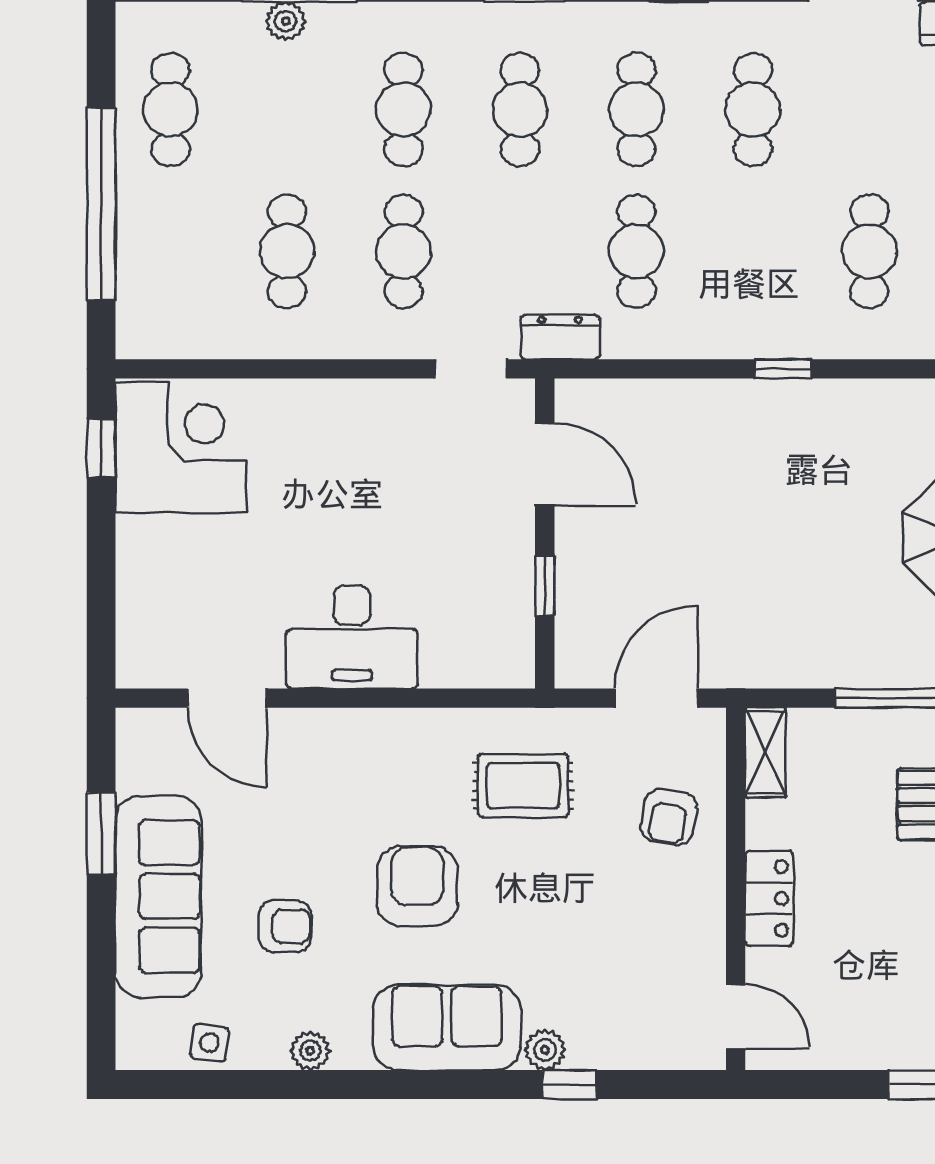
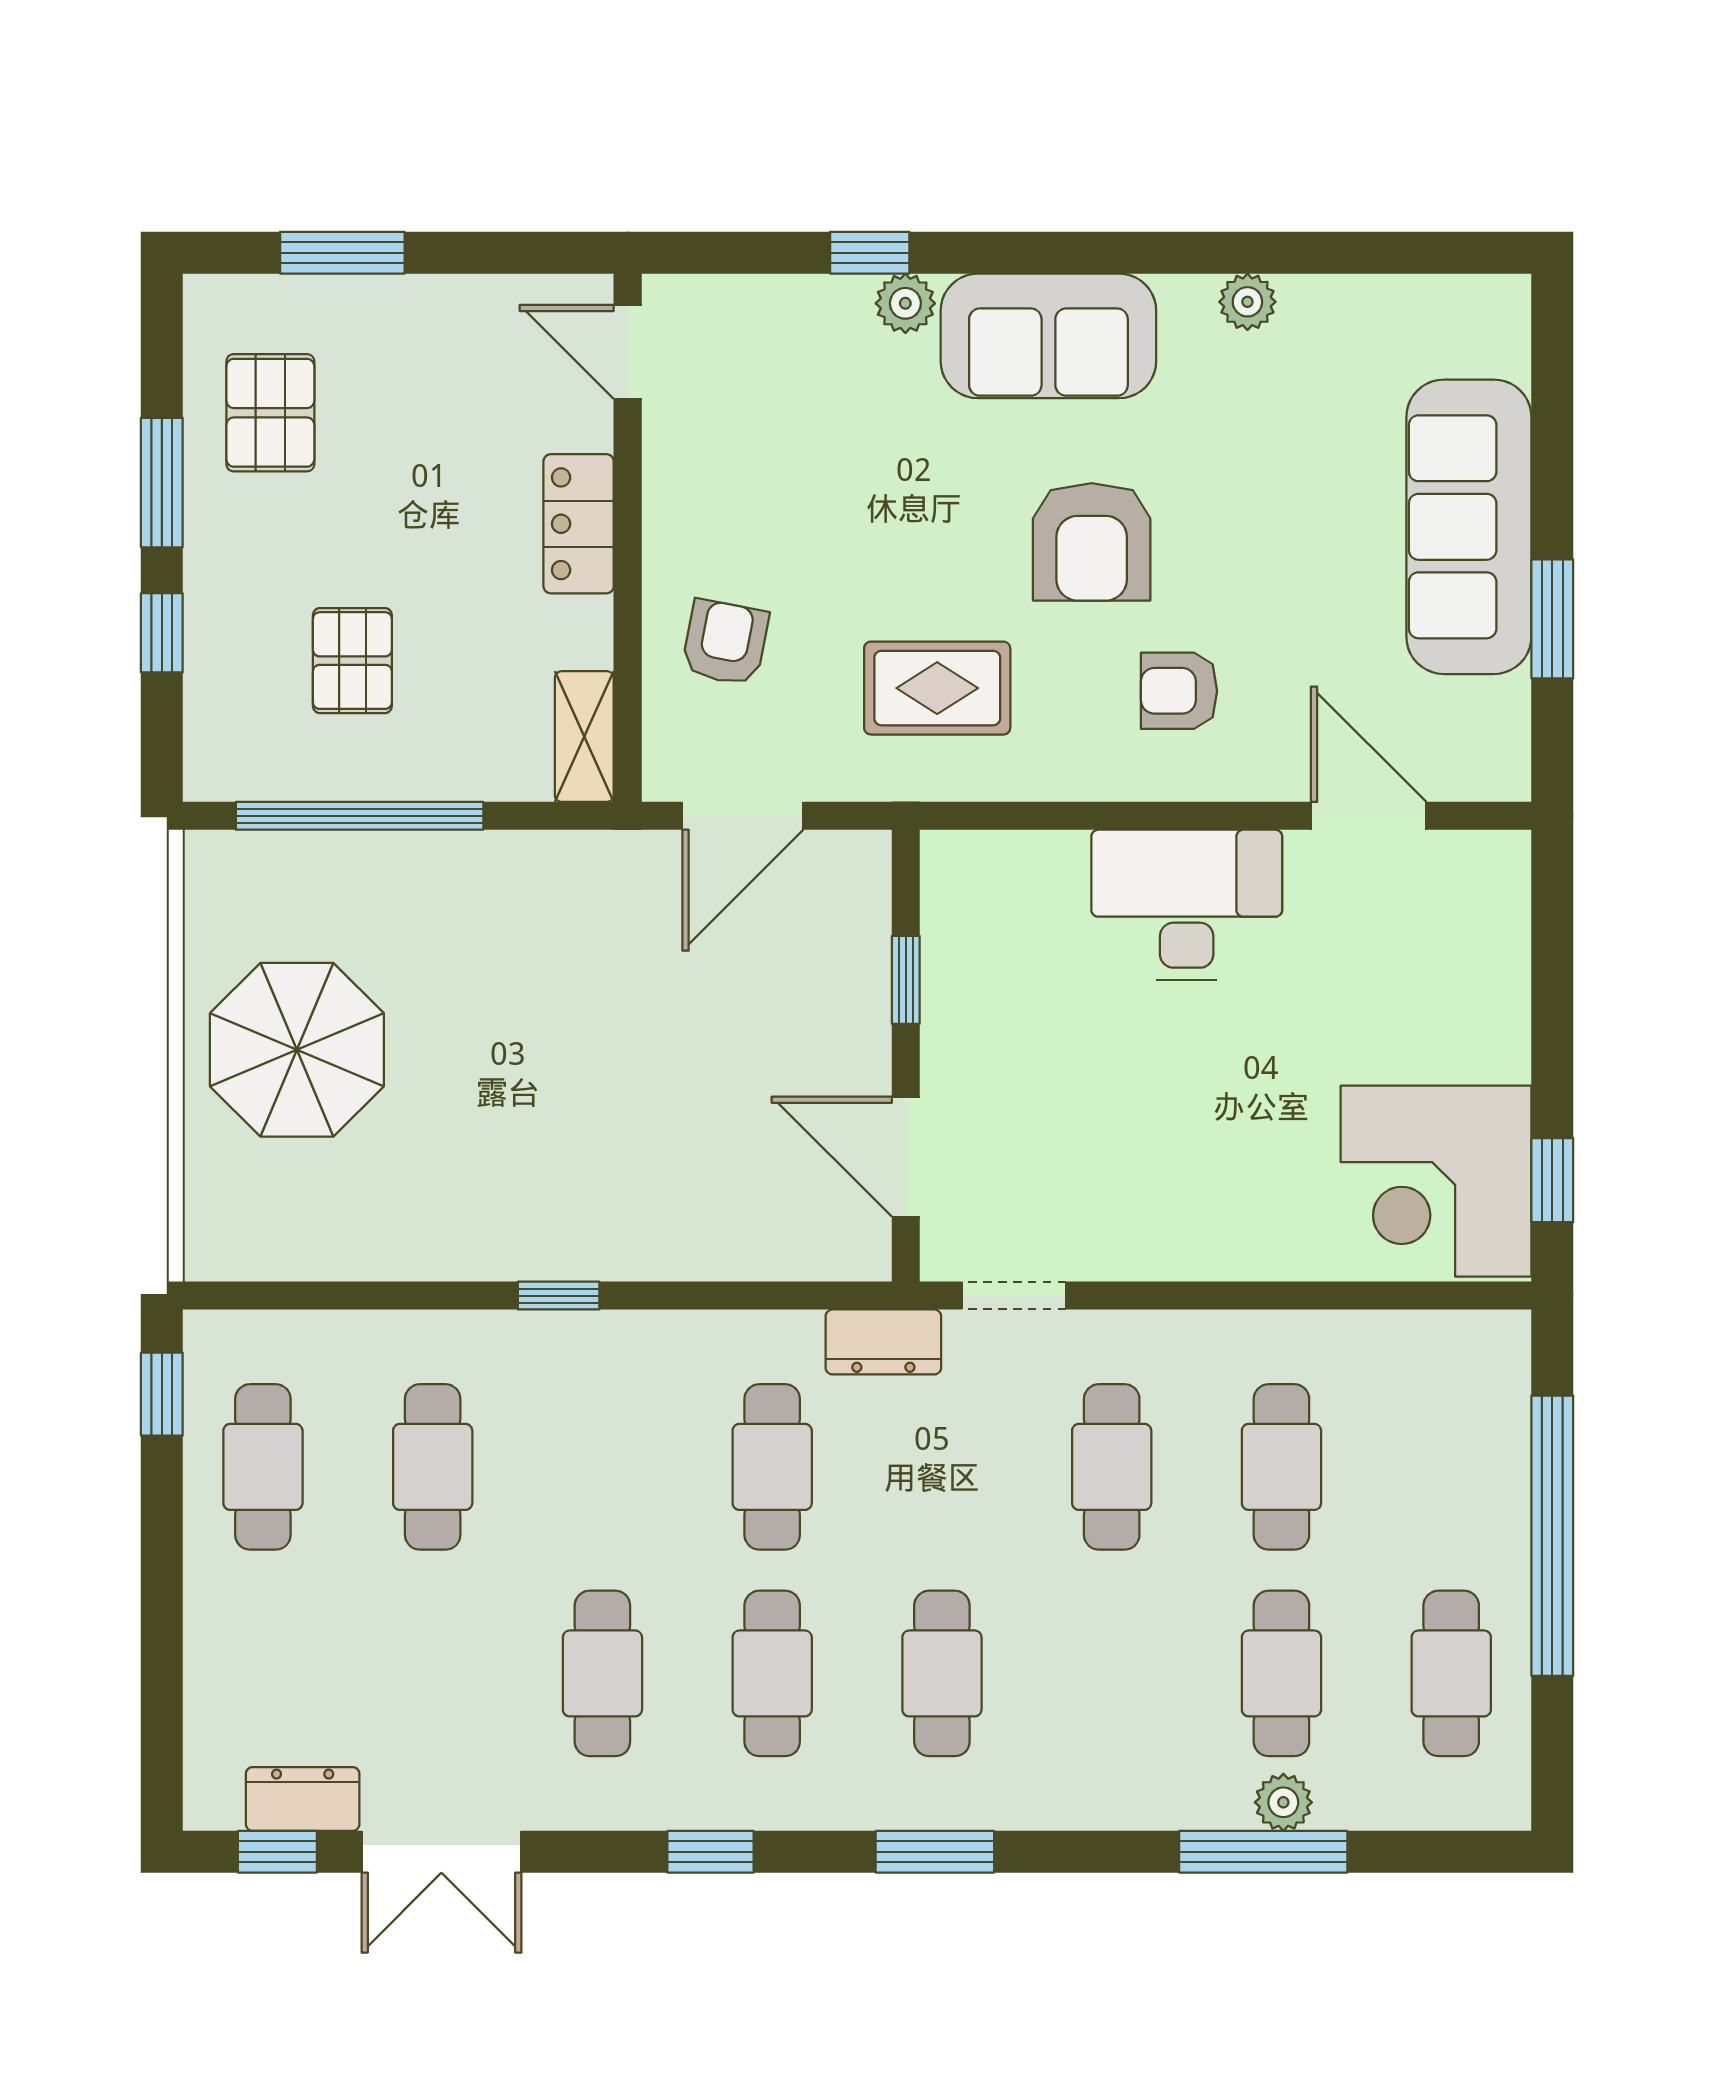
cafe table: (403, 110) -> (1281, 1673), moved
armchair: (285, 926) -> (1179, 691), moved
side table: (210, 1043) -> (1394, 314), removed

